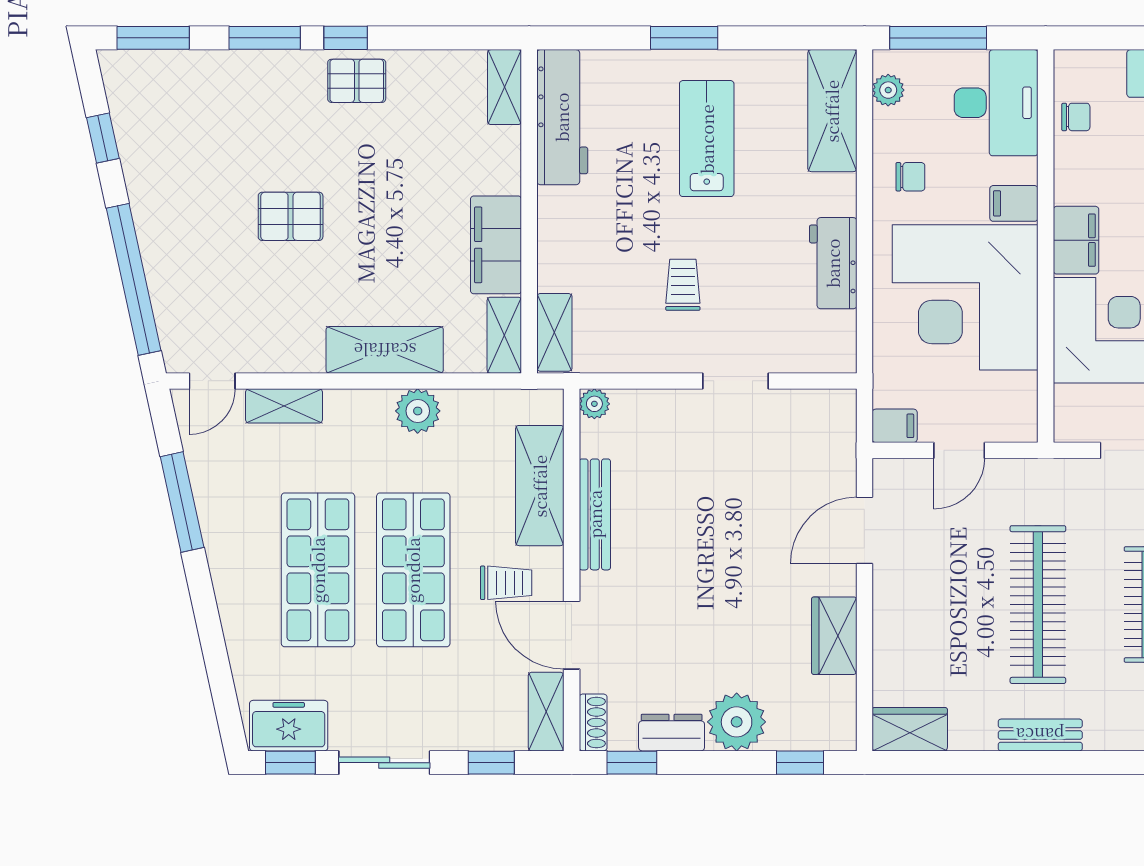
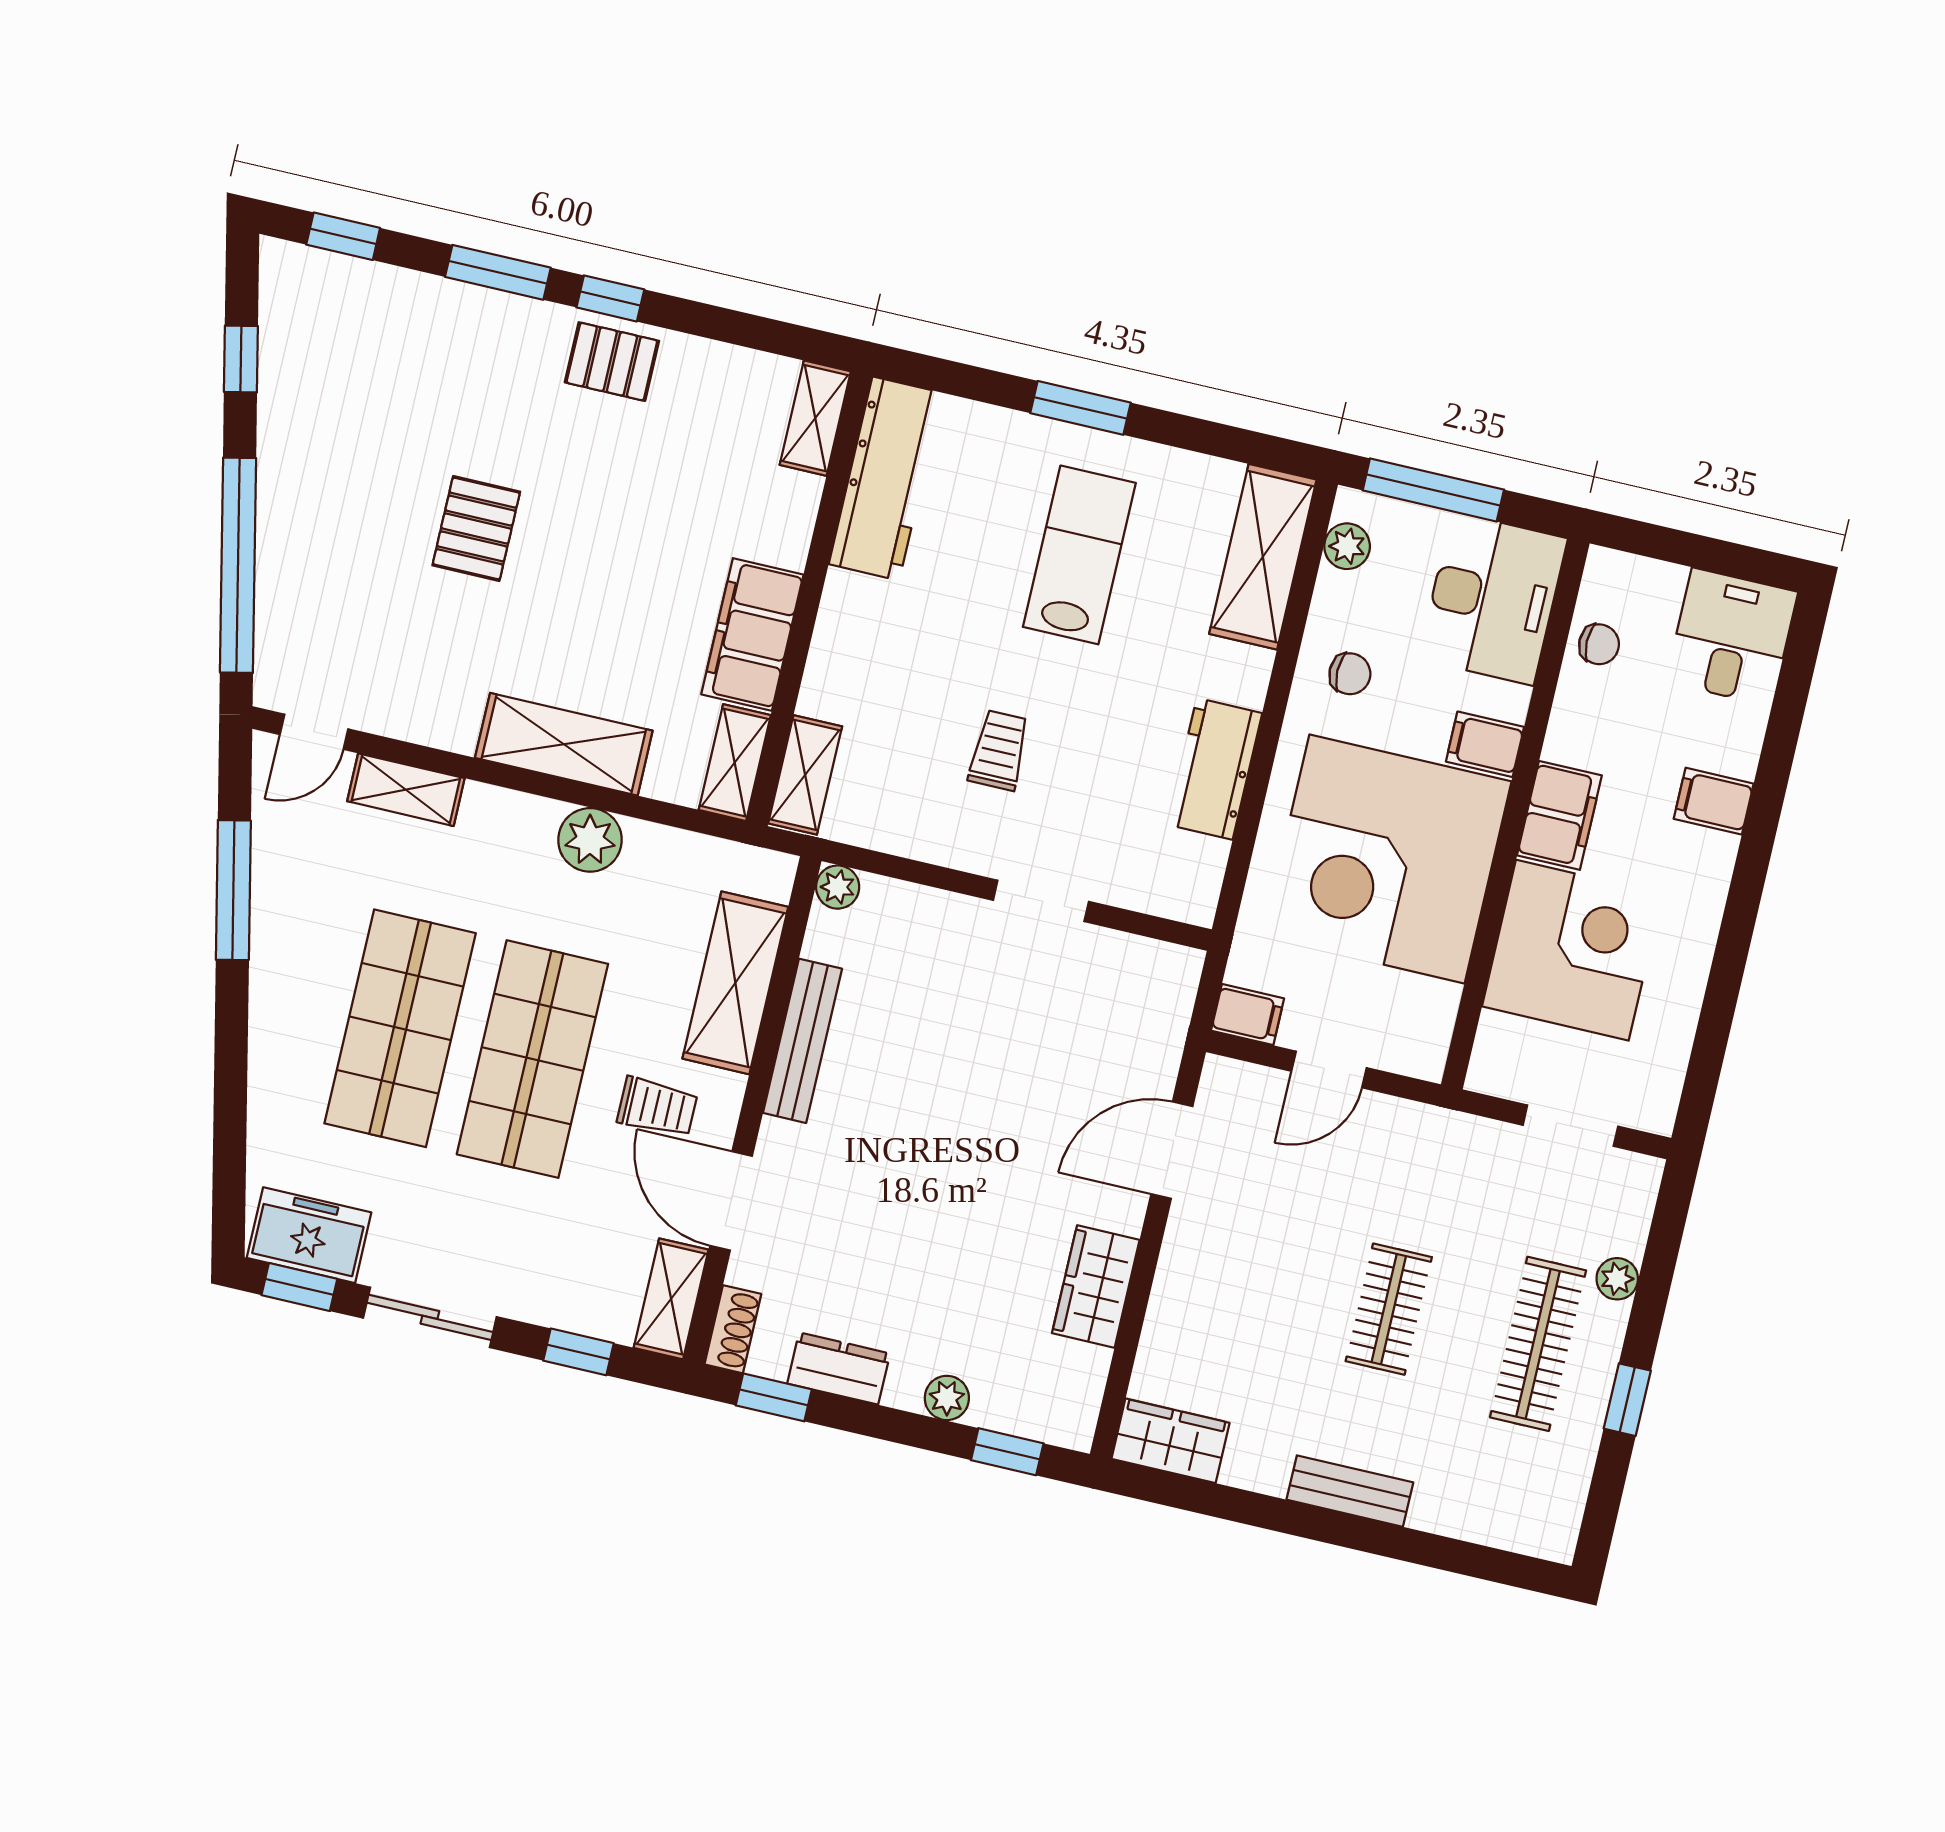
window: (153, 38) -> (343, 236), width x0.67
pallet: (291, 216) -> (476, 528), turned 90
clothes rail: (1038, 605) -> (1389, 1309), width x0.54, depth x0.76
plant: (737, 722) -> (947, 1398), width x0.53, depth x0.53

